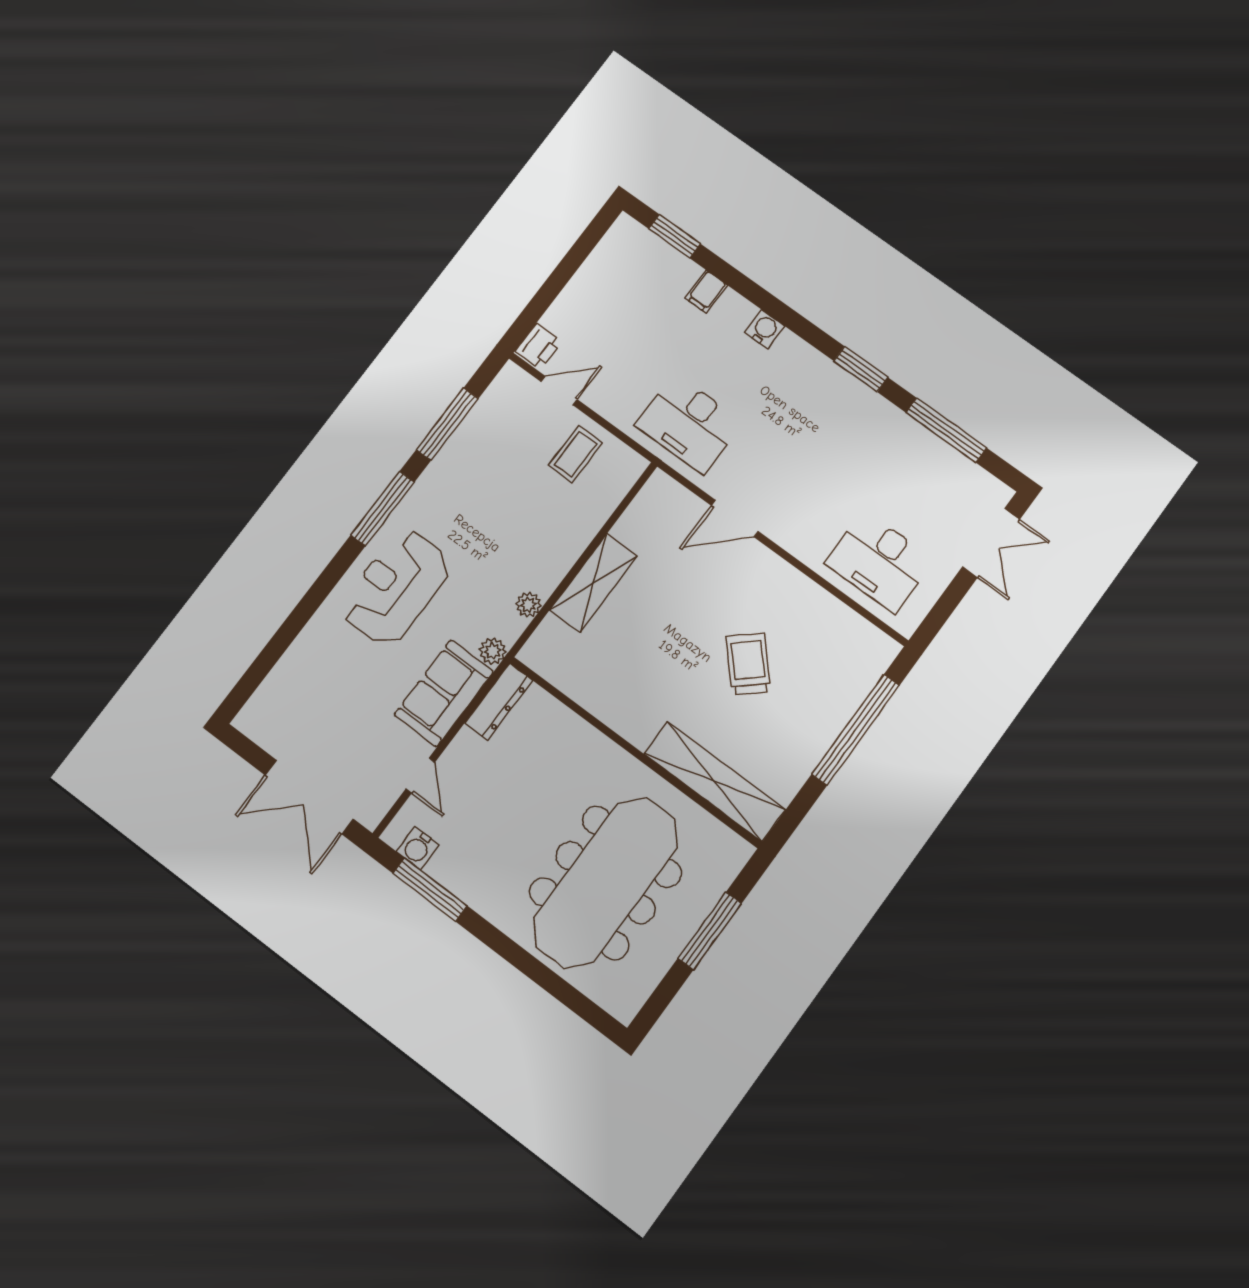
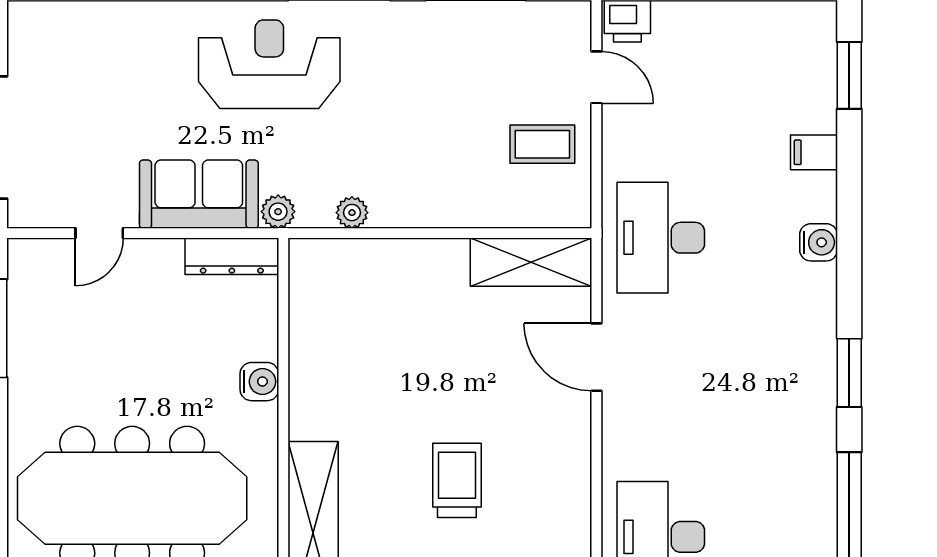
shelving: (593, 583) -> (531, 262), moved
trolley: (748, 664) -> (457, 480), turned -48
water cooler: (418, 848) -> (259, 382), moved, turned 180

